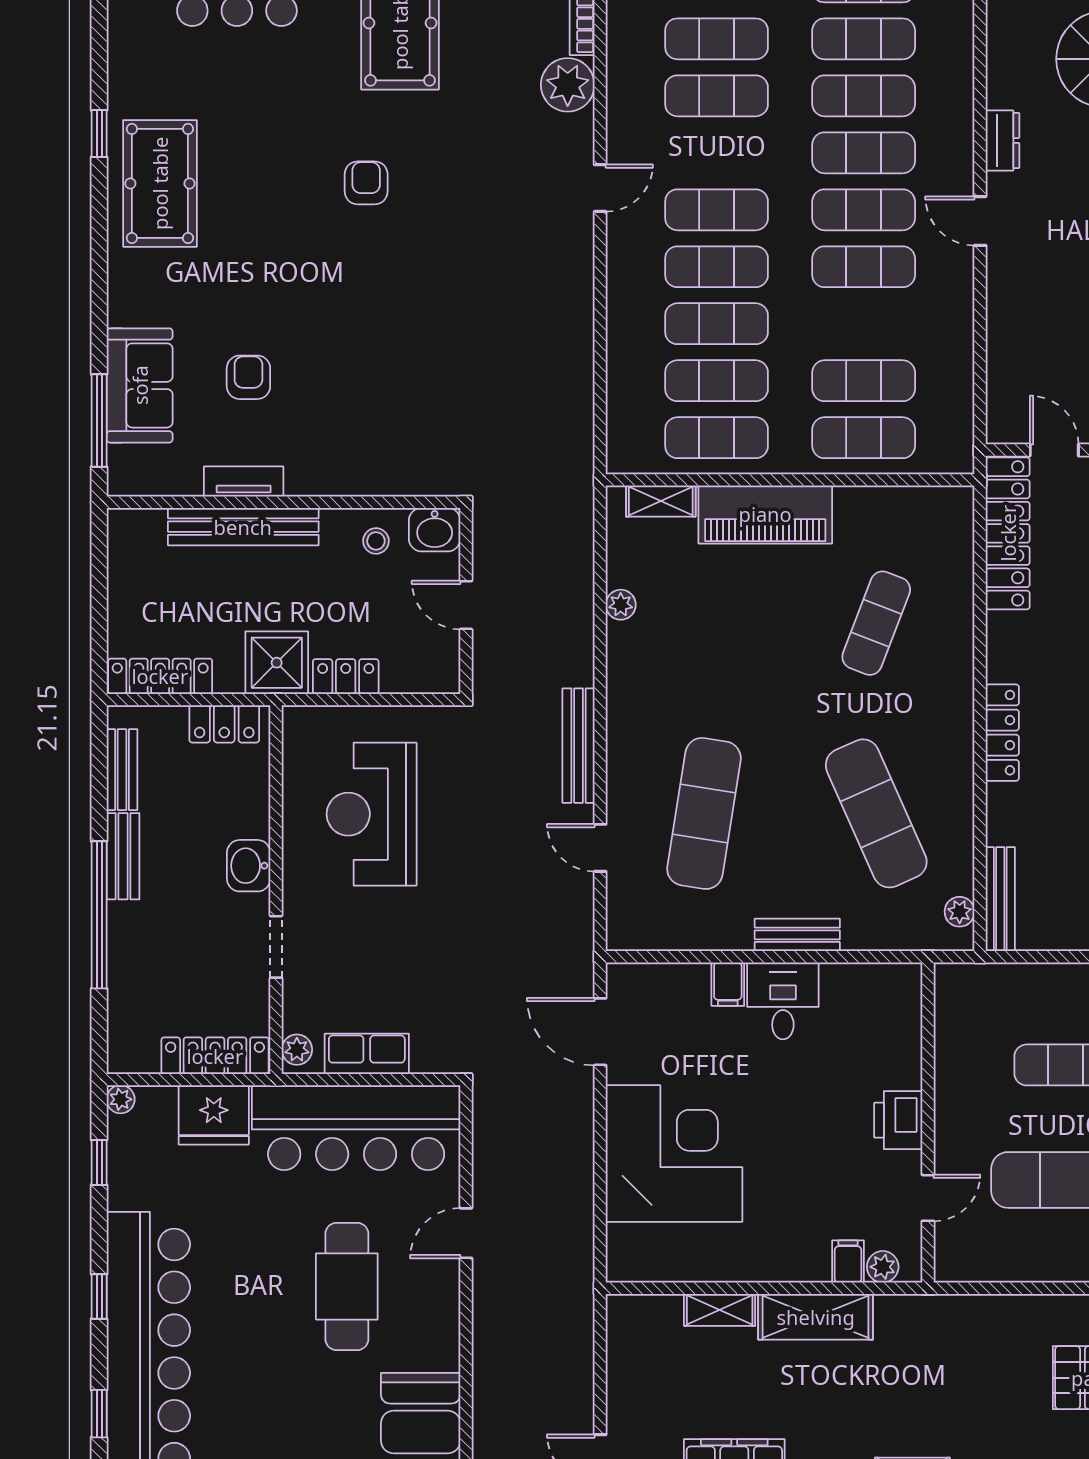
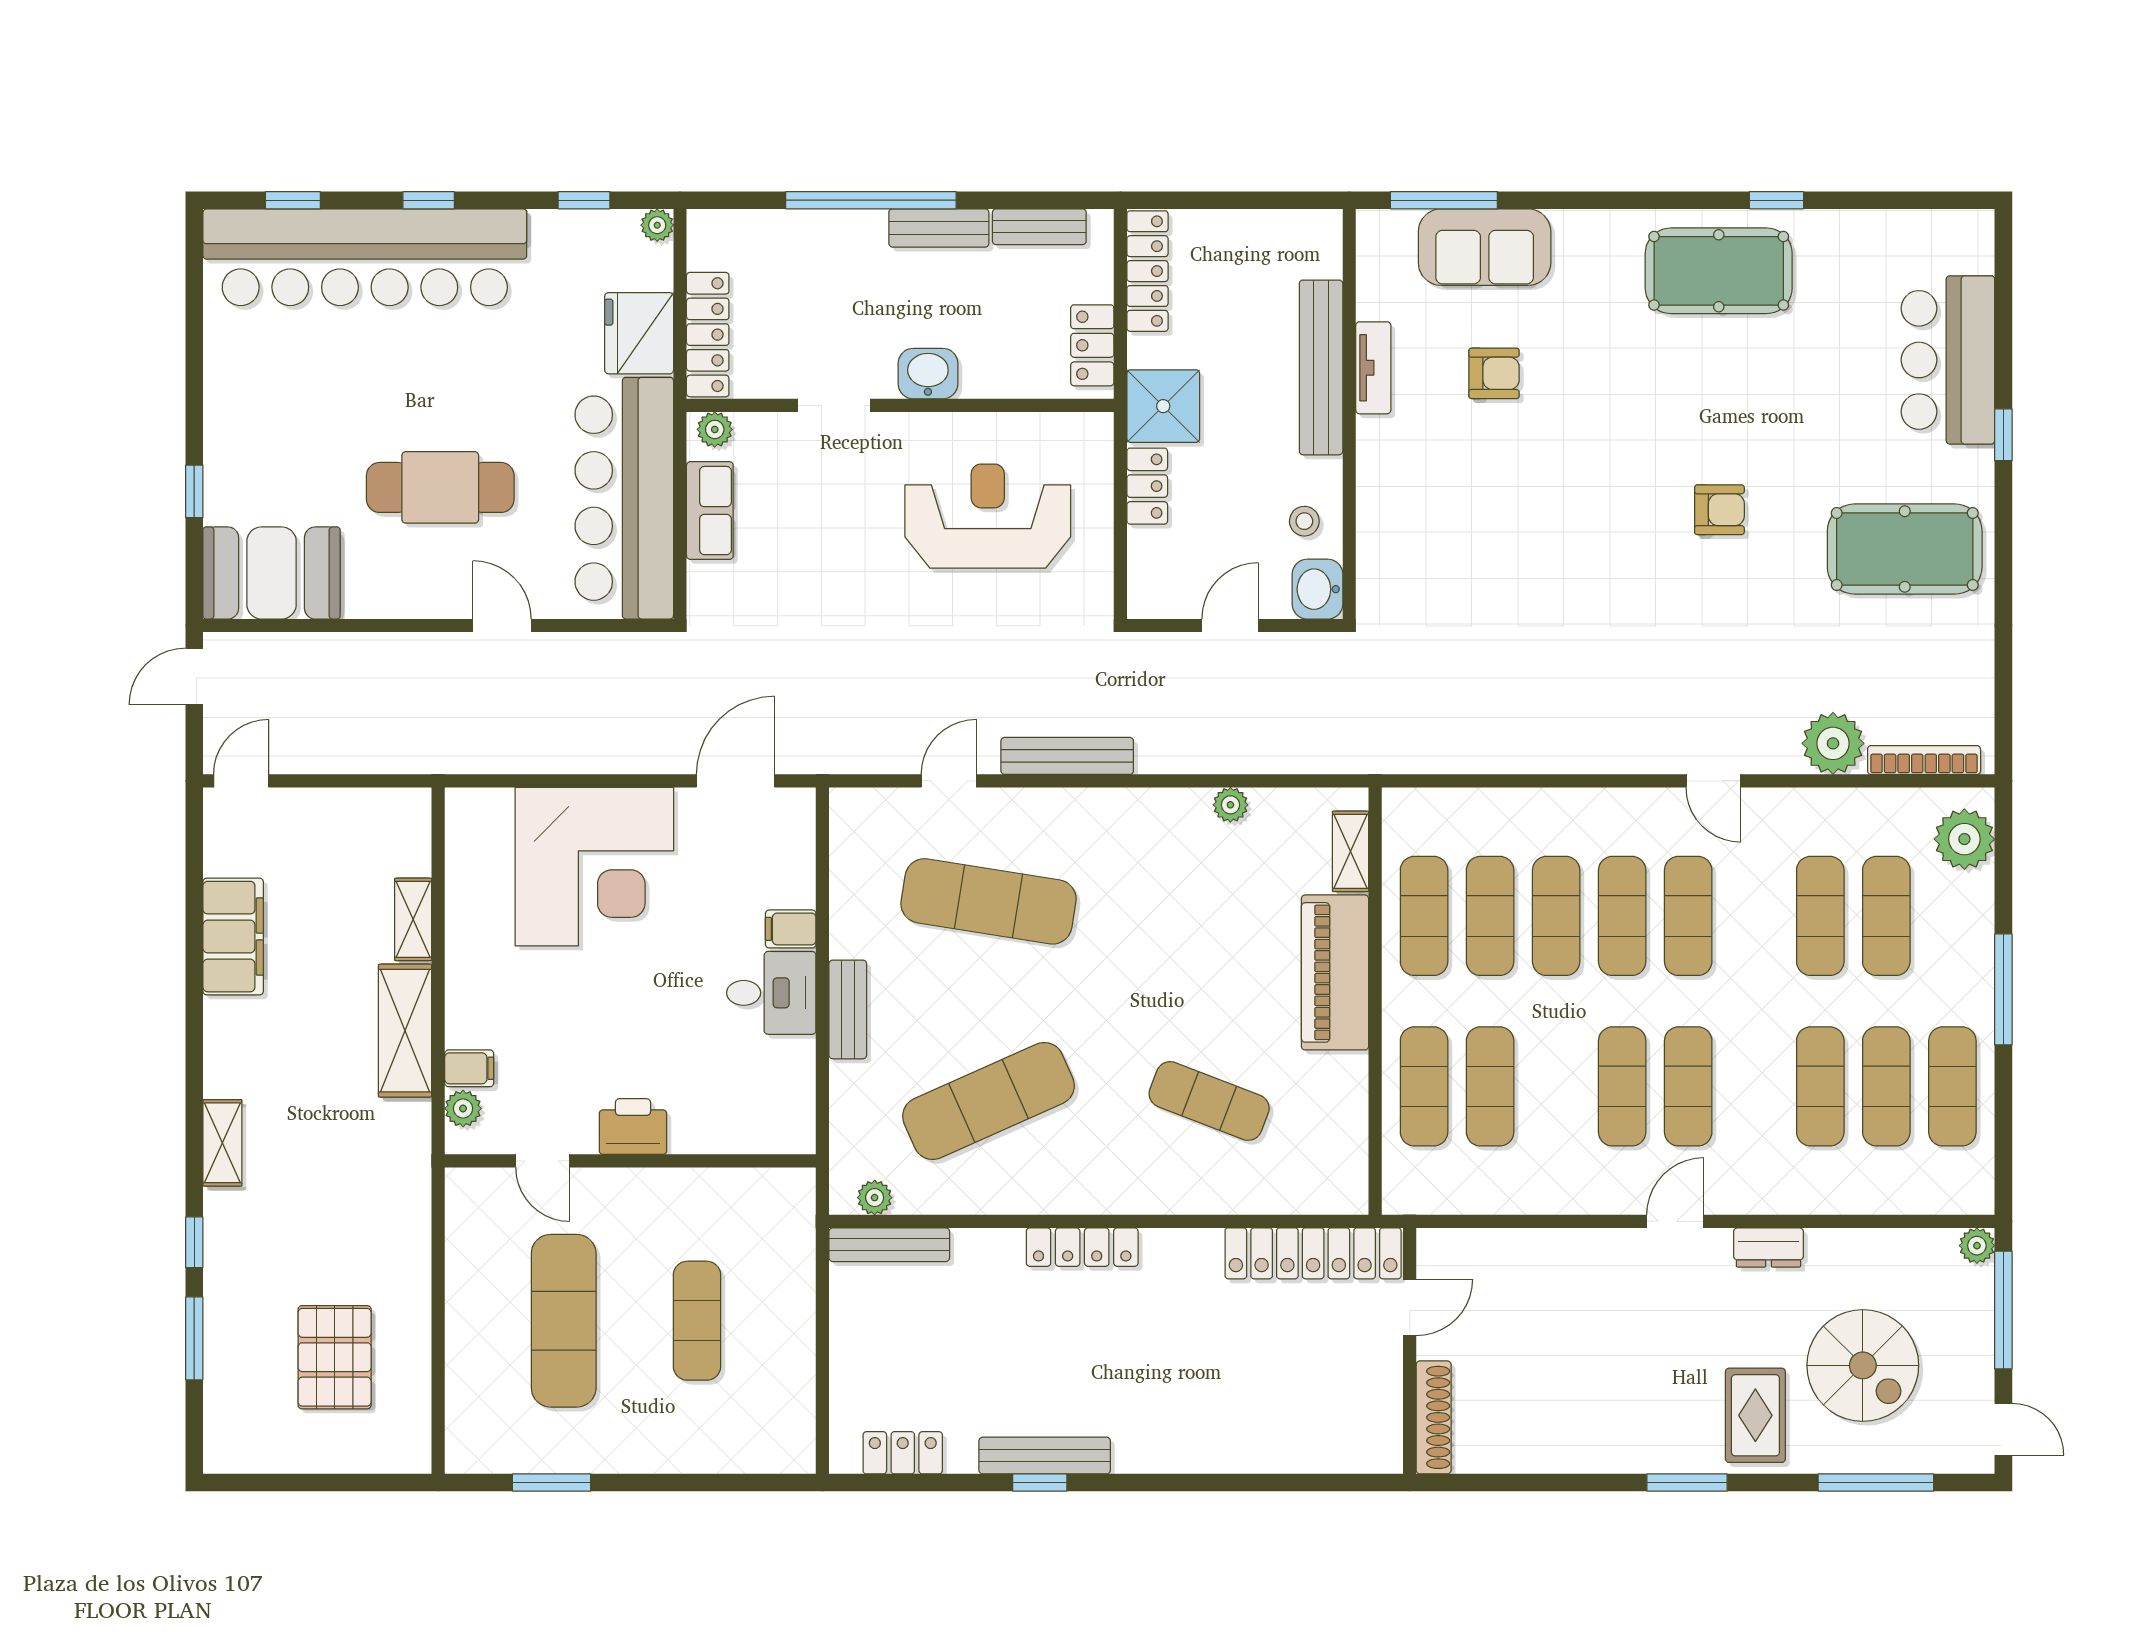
exercise mat: (864, 153) -> (1754, 1086), removed

